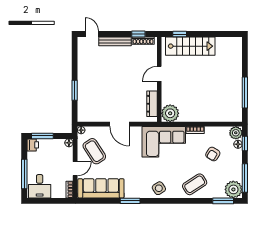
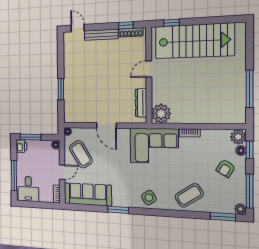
stairs: (190, 46) -> (194, 41), width x1.36, depth x1.51
armchair: (213, 154) -> (226, 168), moved
plant: (233, 189) -> (240, 209), width x0.53, depth x0.53

